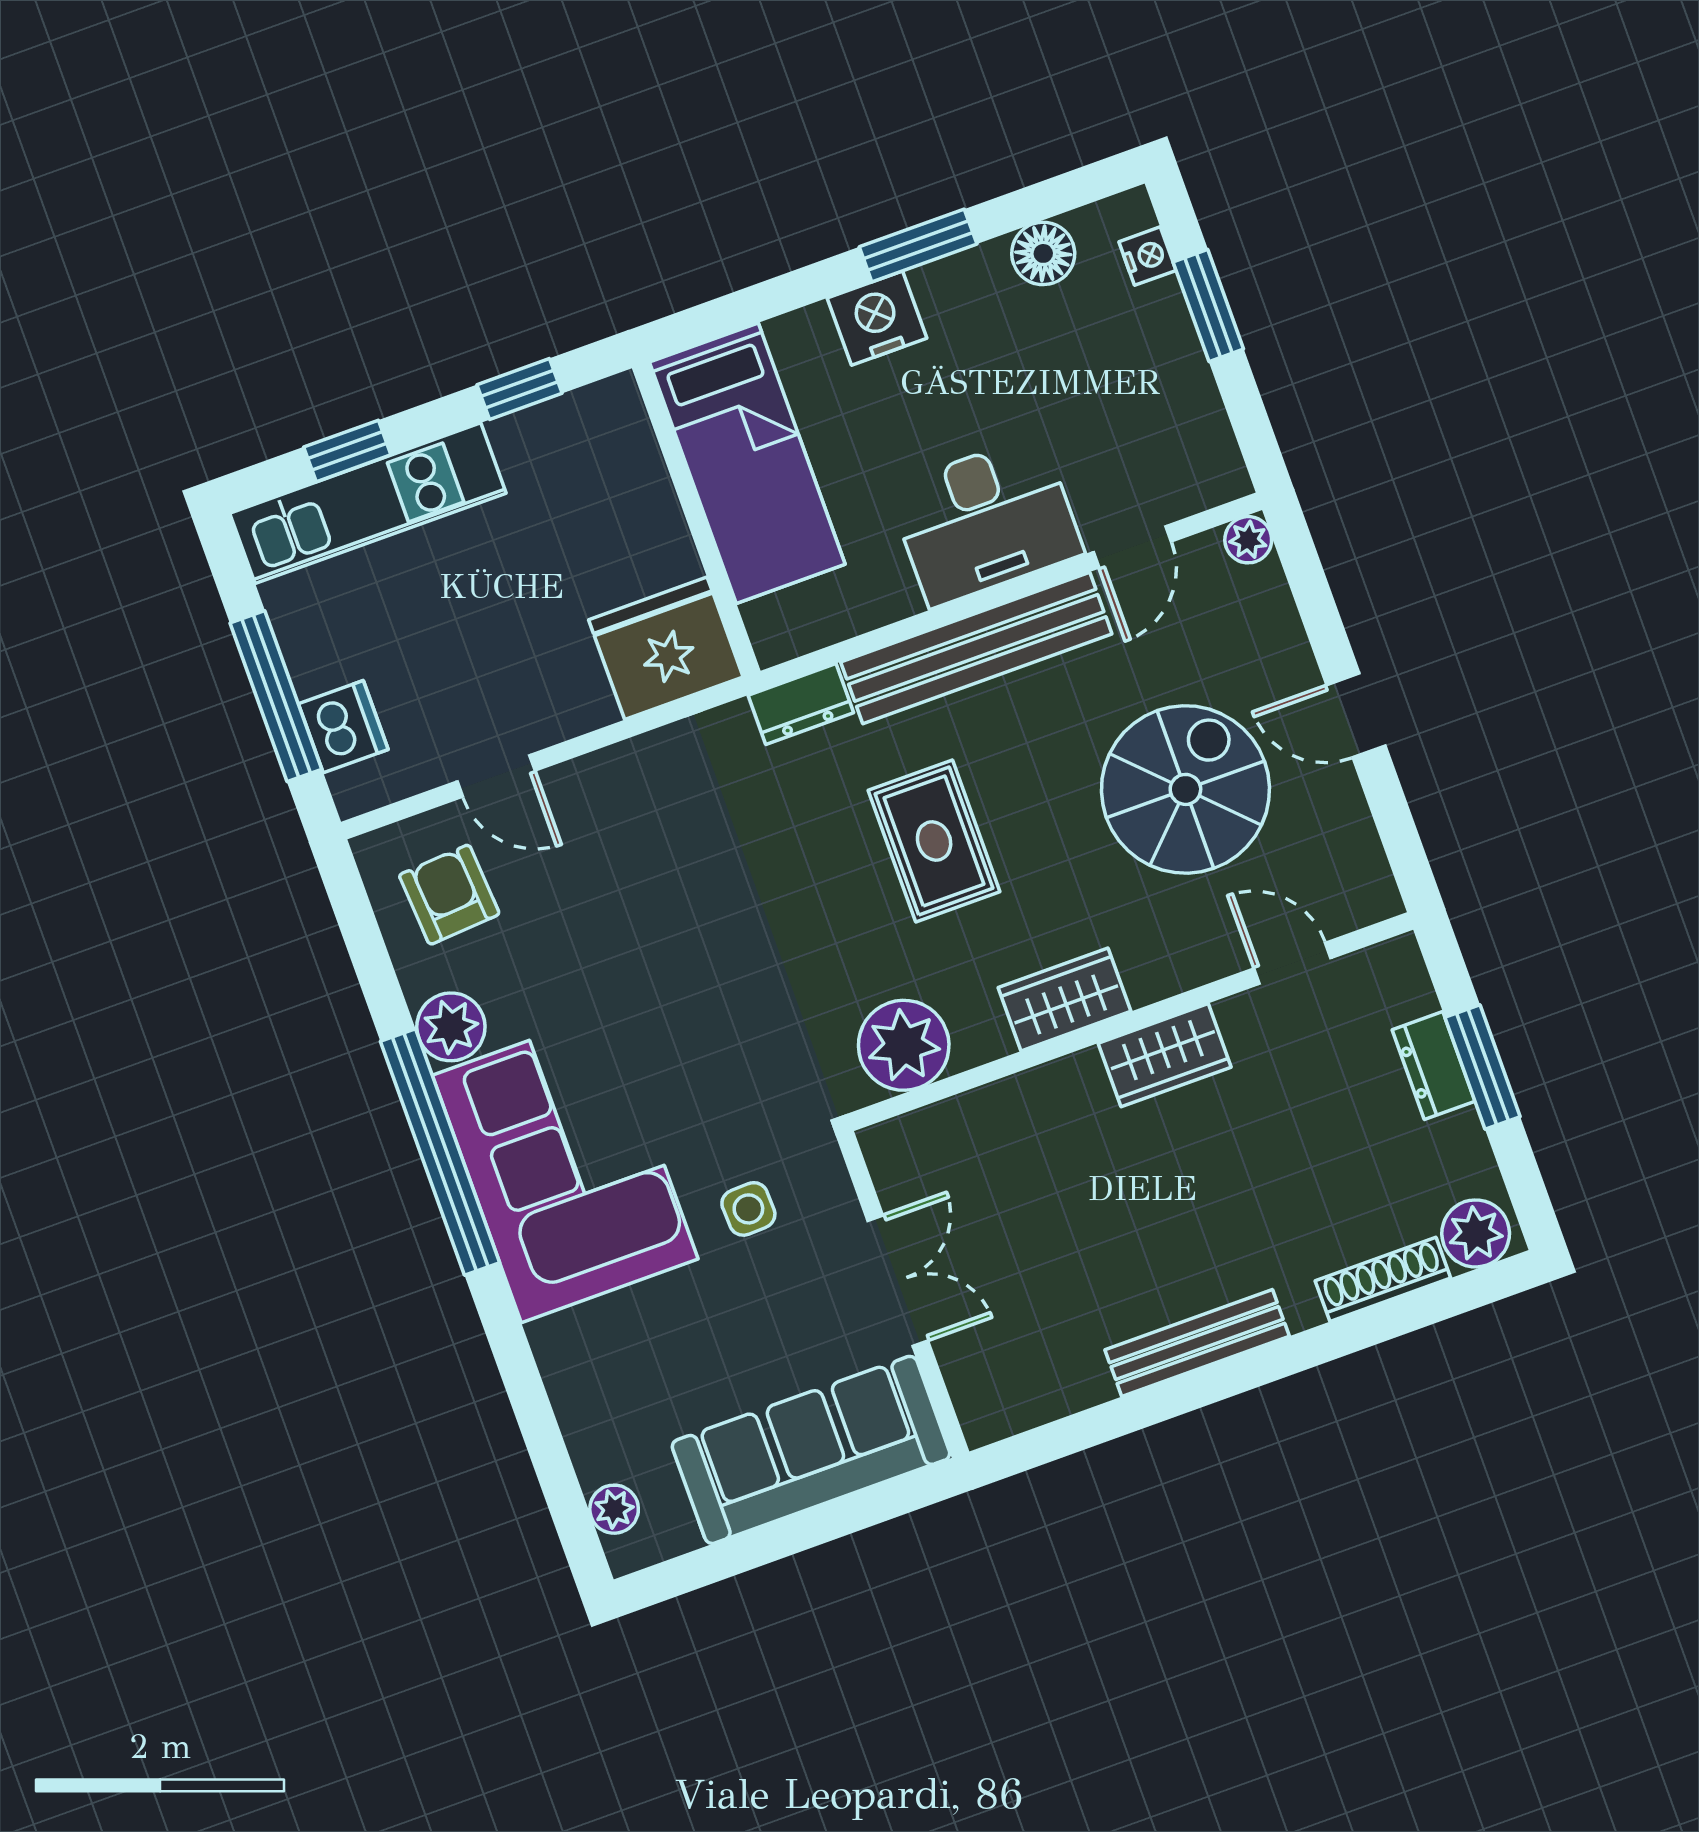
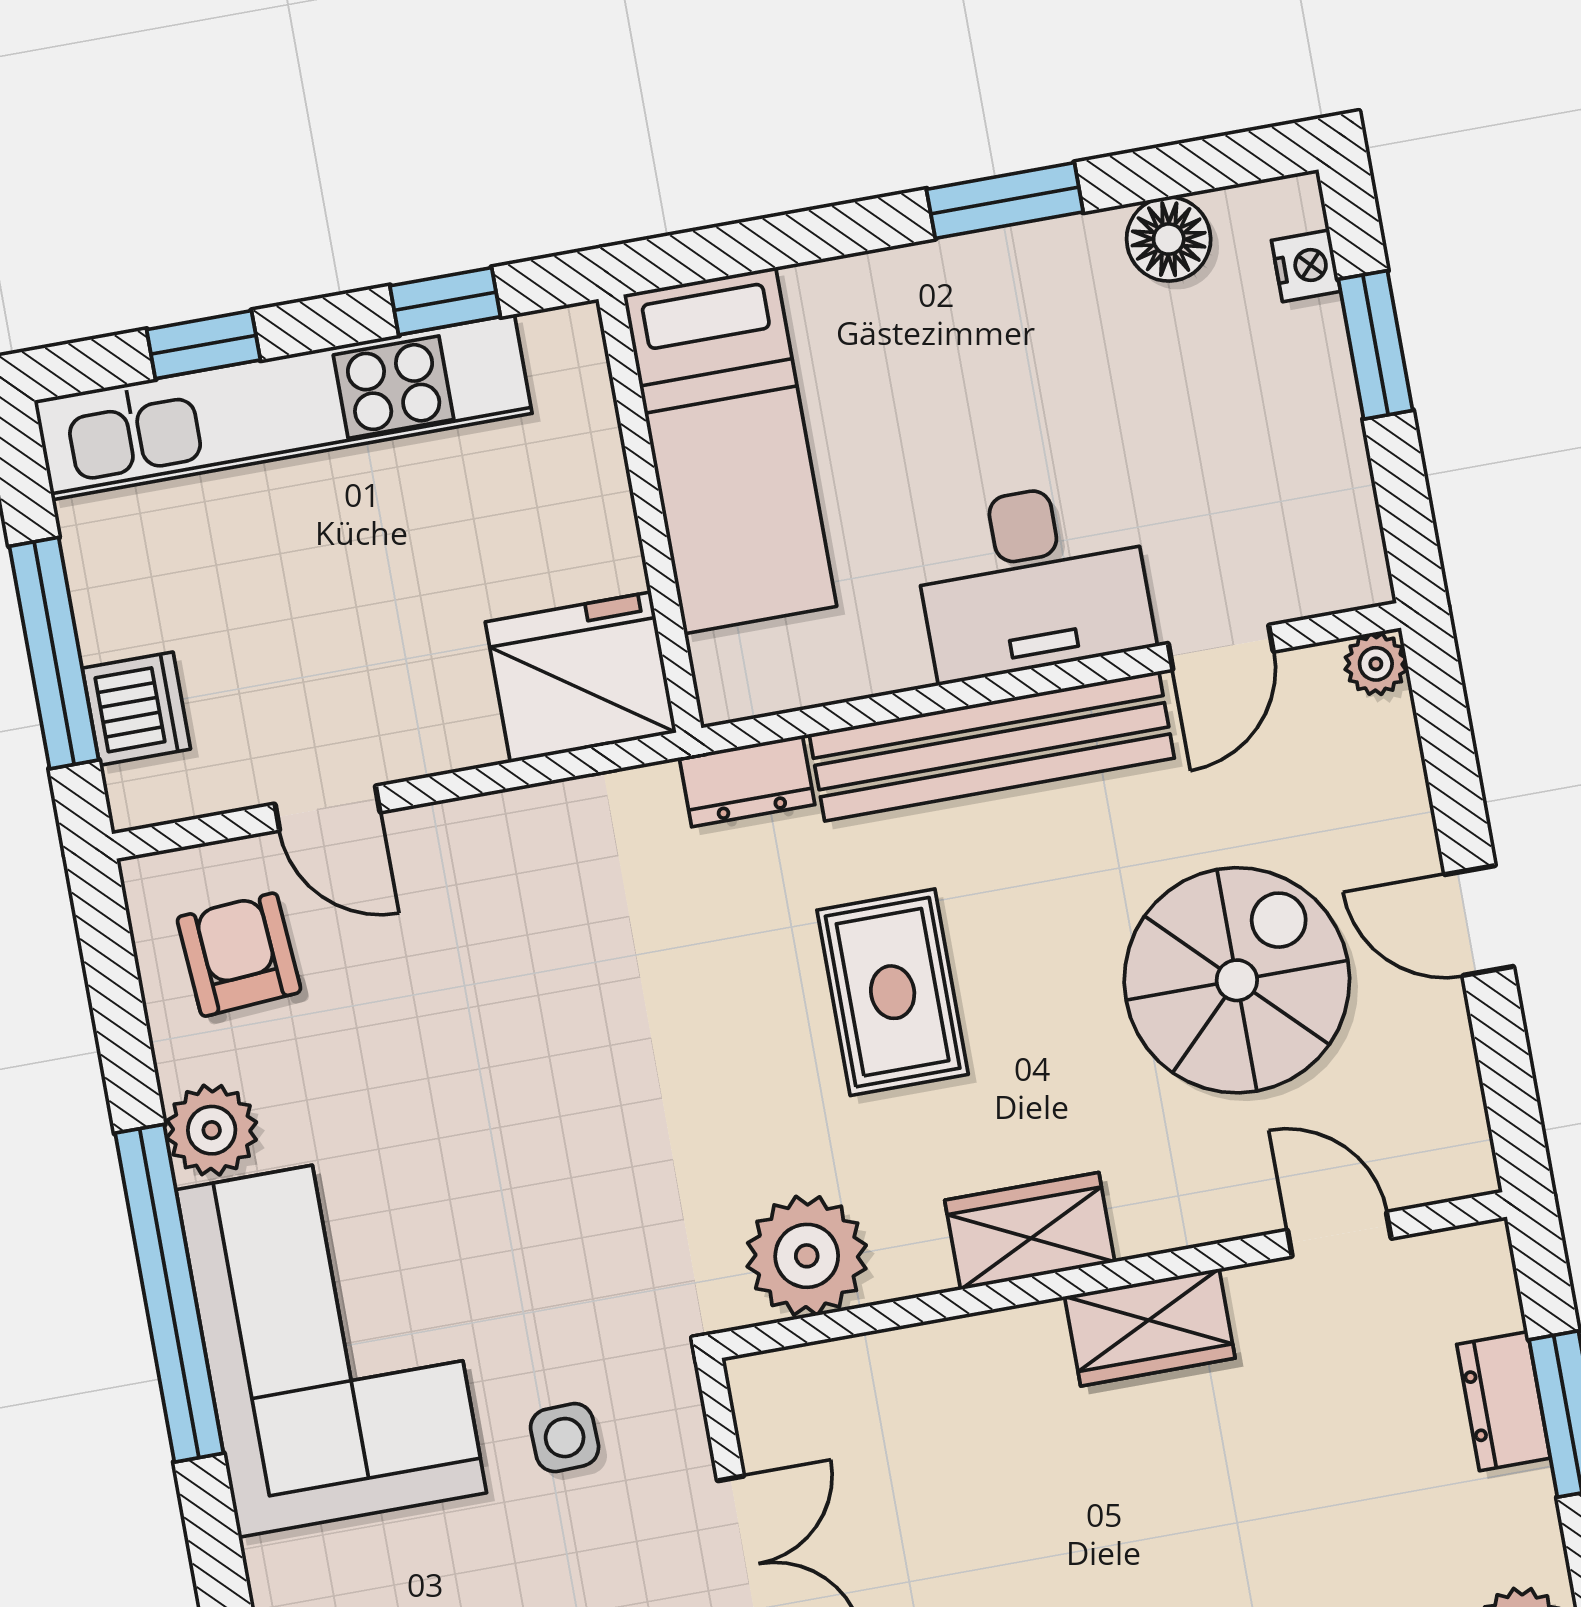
nightstand: (877, 318) -> (934, 288), removed
kitchen unit: (368, 503) -> (283, 407), width x1.36

